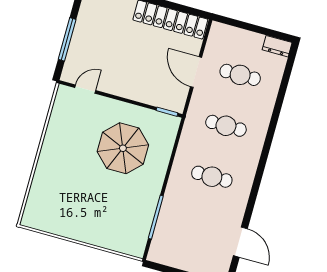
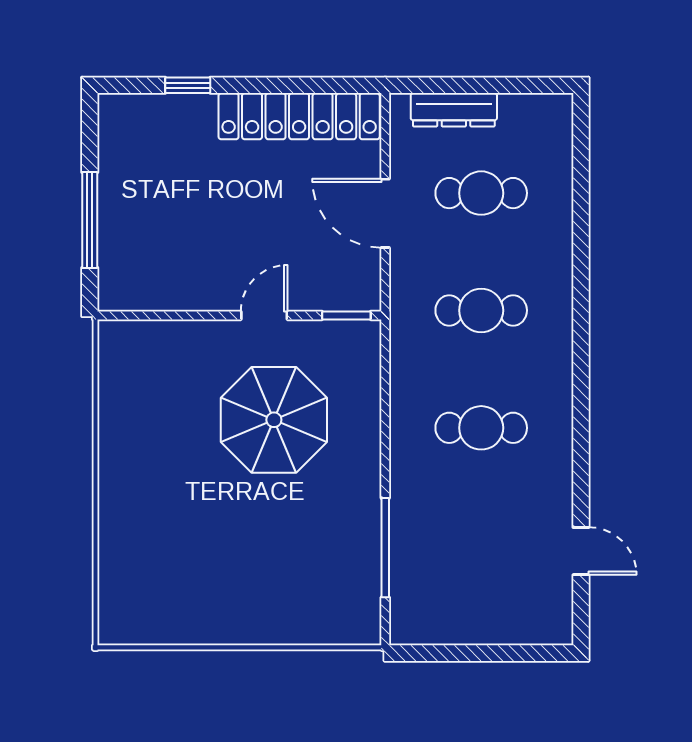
dresser: (277, 46) -> (454, 110), moved, width x1.44
door: (85, 89) -> (264, 315), moved
door: (240, 242) -> (581, 551), width x0.73

